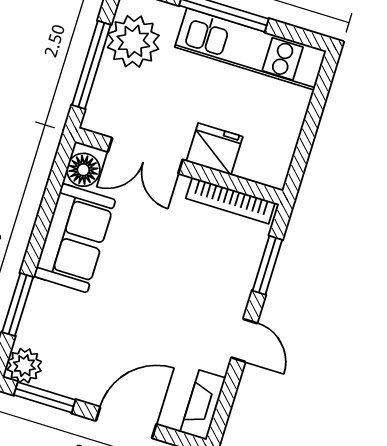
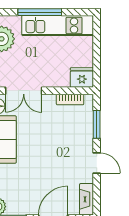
fridge: (215, 149) -> (82, 78), moved
bookcase: (230, 201) -> (70, 99), width x0.64

